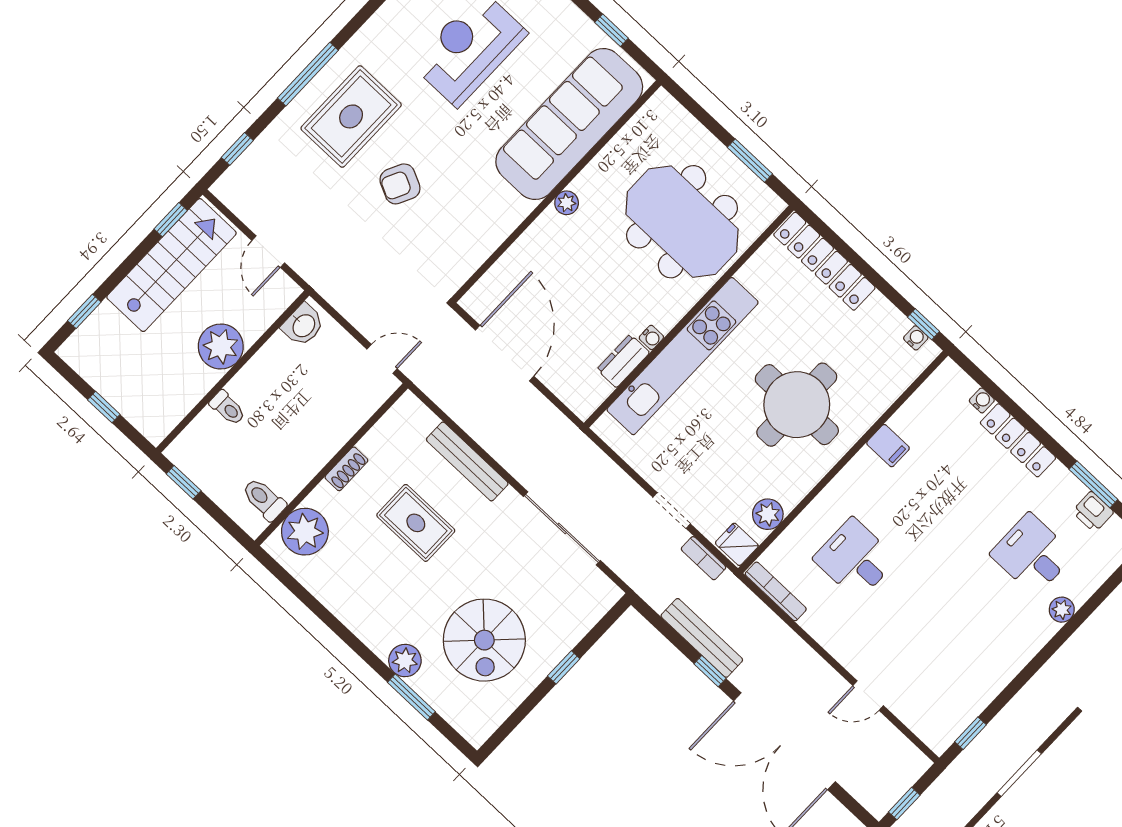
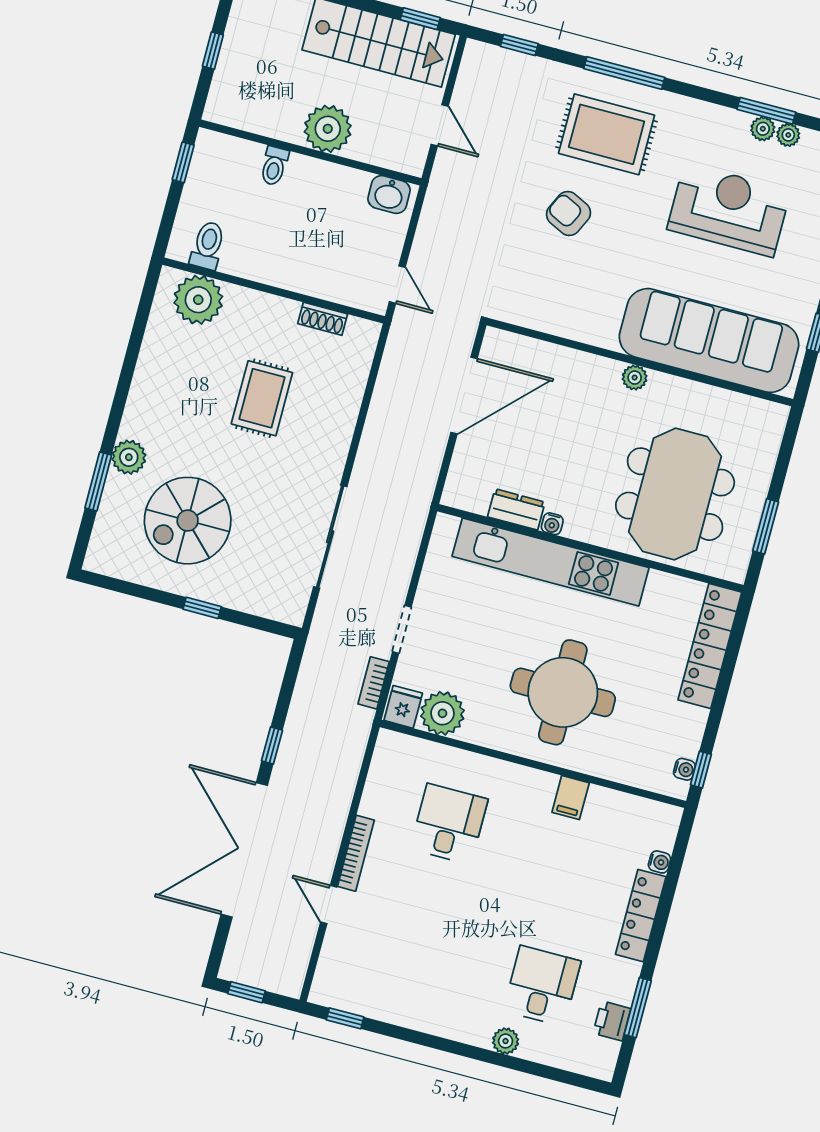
door: (268, 252) -> (440, 125), swing flipped
bench: (467, 461) -> (345, 415), removed
shoe rack: (346, 469) -> (323, 319), moved
plant: (768, 514) -> (442, 713), width x1.36, depth x1.36
bookcase: (776, 591) -> (356, 853), moved
bench: (702, 638) -> (299, 721), removed

